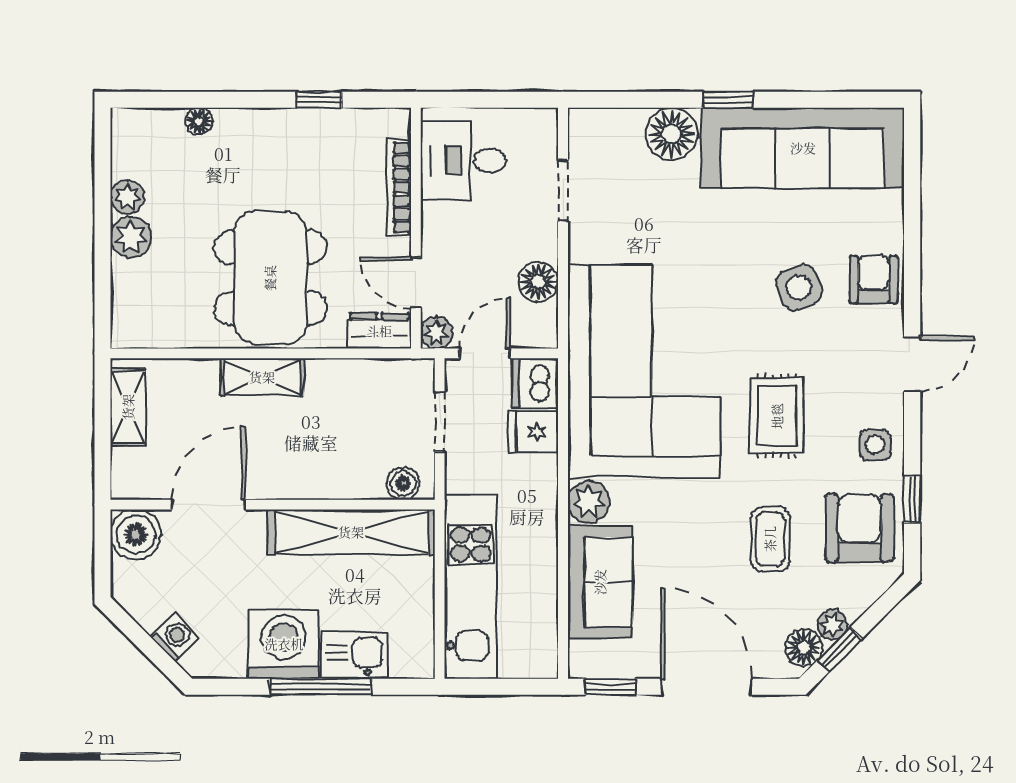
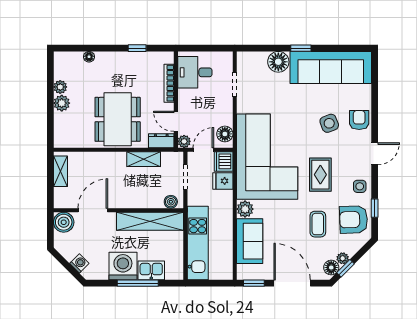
floor lamp: (538, 282) -> (225, 134), moved
shelving: (262, 377) -> (144, 159), moved
armchair: (859, 528) -> (354, 220), turned -92

